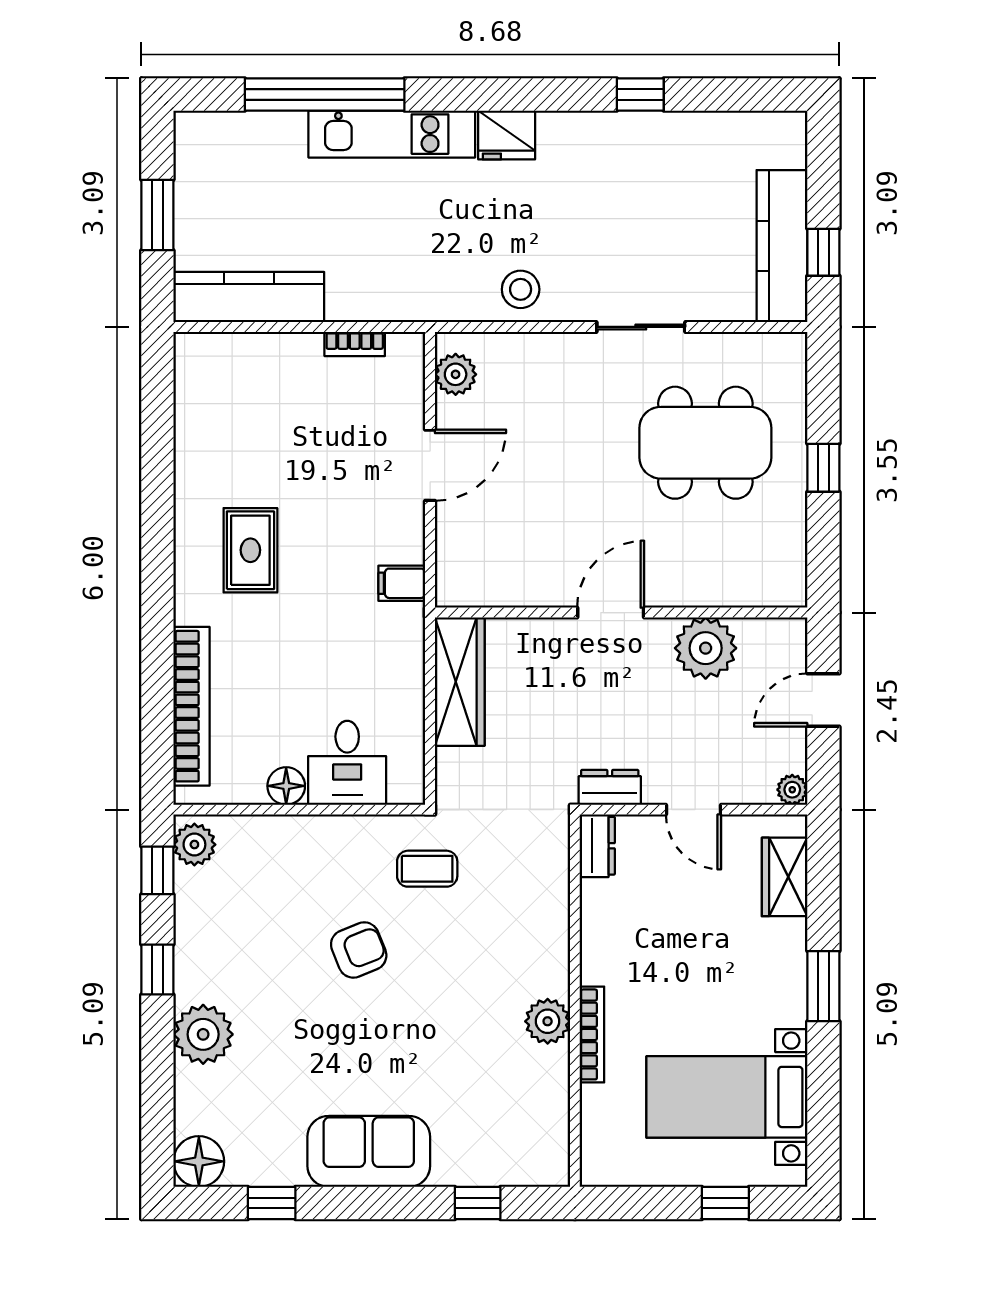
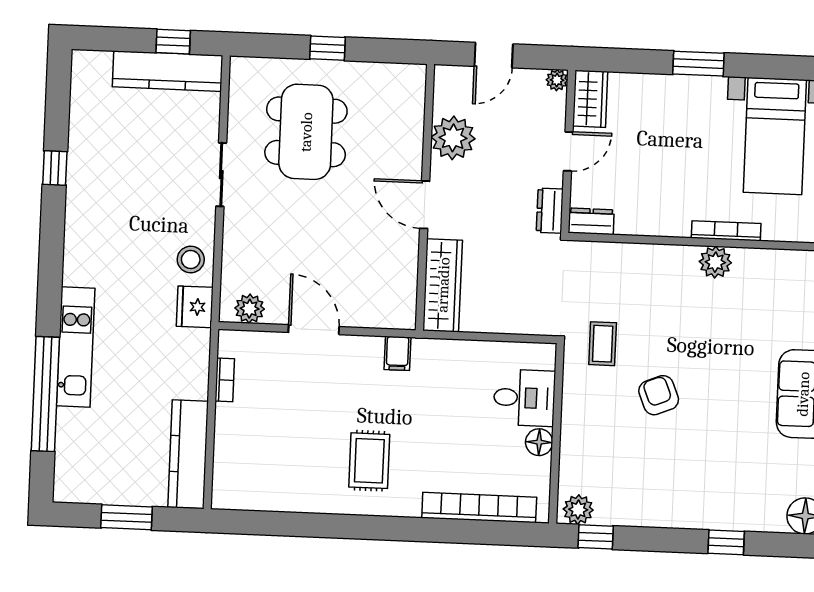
fridge: (507, 135) -> (195, 307), moved, turned 180
rug: (250, 550) -> (369, 461), turned 90
wardrobe: (460, 682) -> (443, 285), moved, turned 90
door: (823, 700) -> (494, 55), hinge flipped
wardrobe: (785, 877) -> (590, 99), moved, turned -90
window: (157, 970) -> (726, 542), moved
plant: (203, 1034) -> (714, 509), removed

